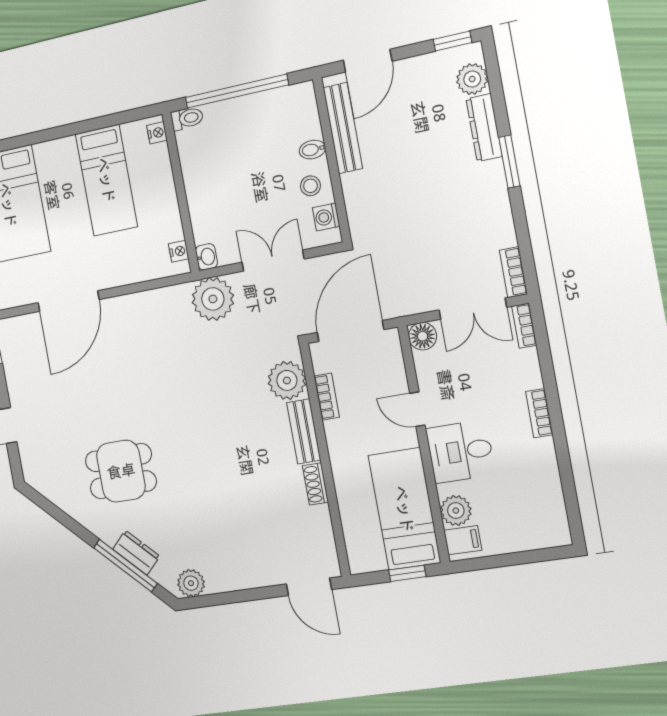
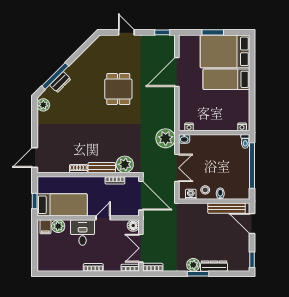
plant: (472, 79) -> (193, 265), moved
bed: (106, 180) -> (226, 79), moved
door: (68, 301) -> (177, 72), hinge flipped
dining table: (121, 471) -> (118, 89), moved

